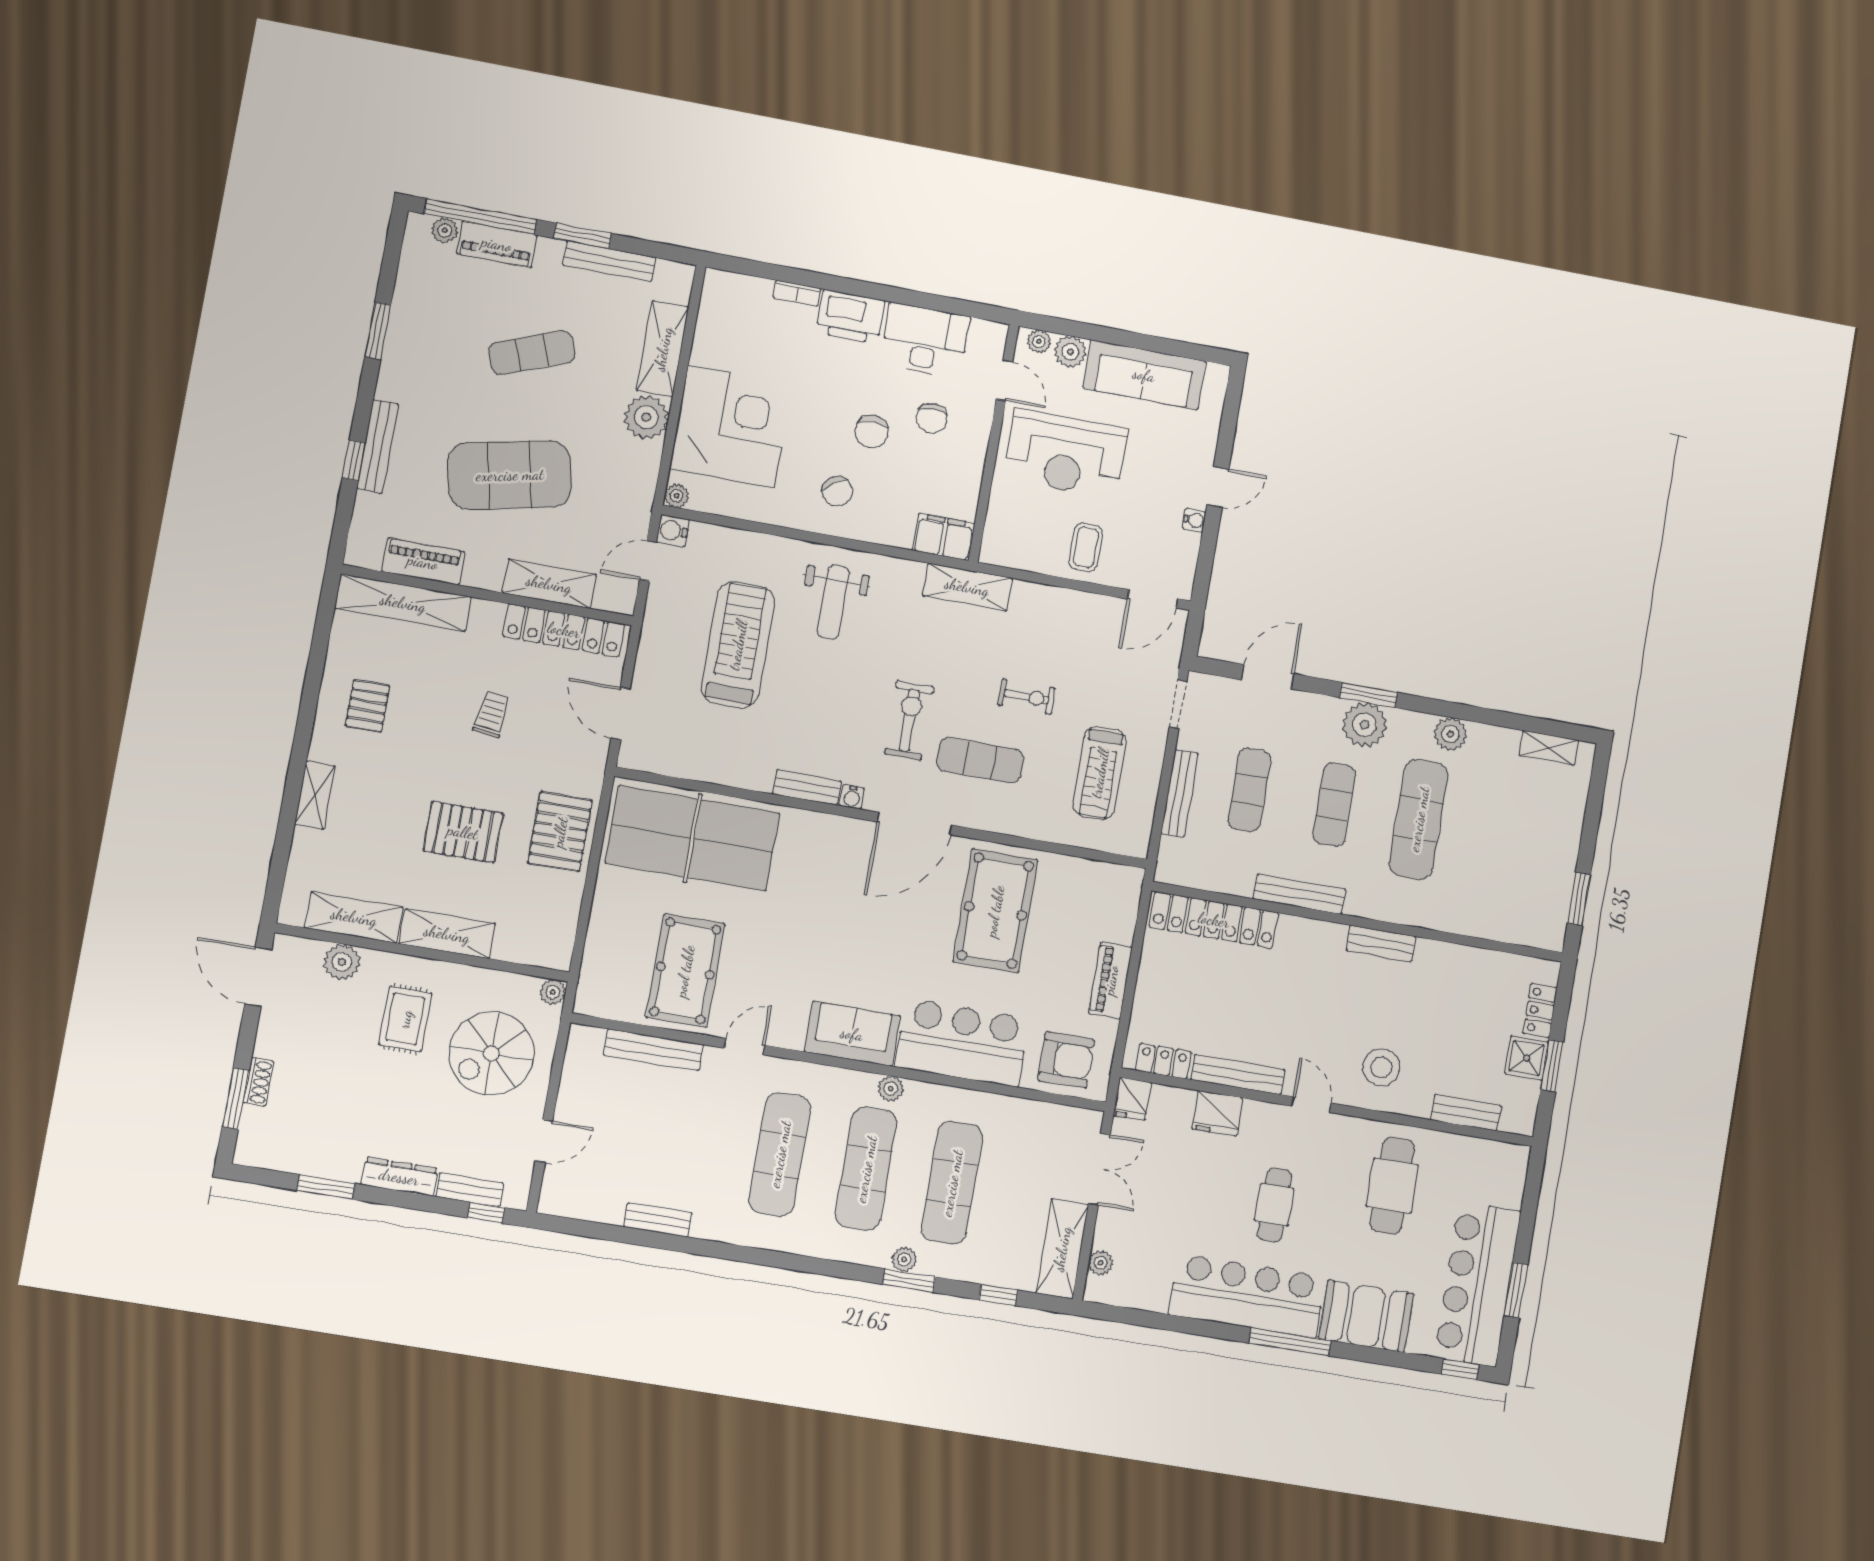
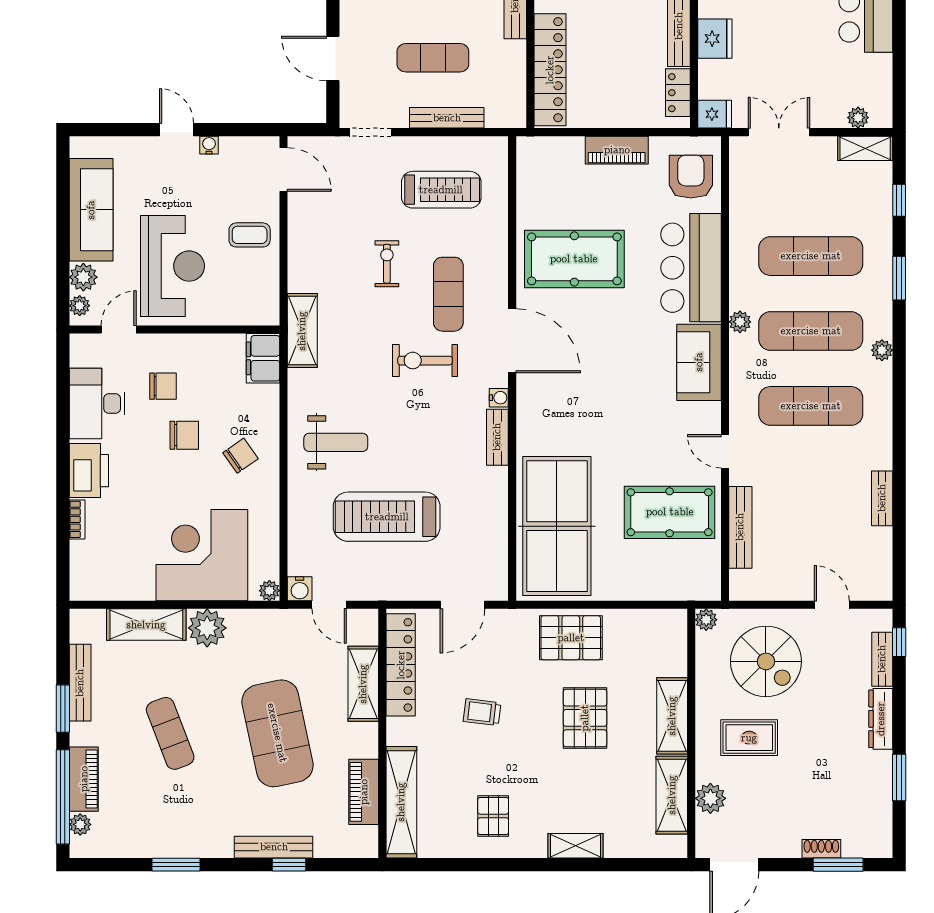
pallet: (367, 706) -> (493, 816), turned 90
shelving: (1062, 1249) -> (865, 148), width x0.67, depth x0.75
plant: (904, 1259) -> (882, 350), moved

